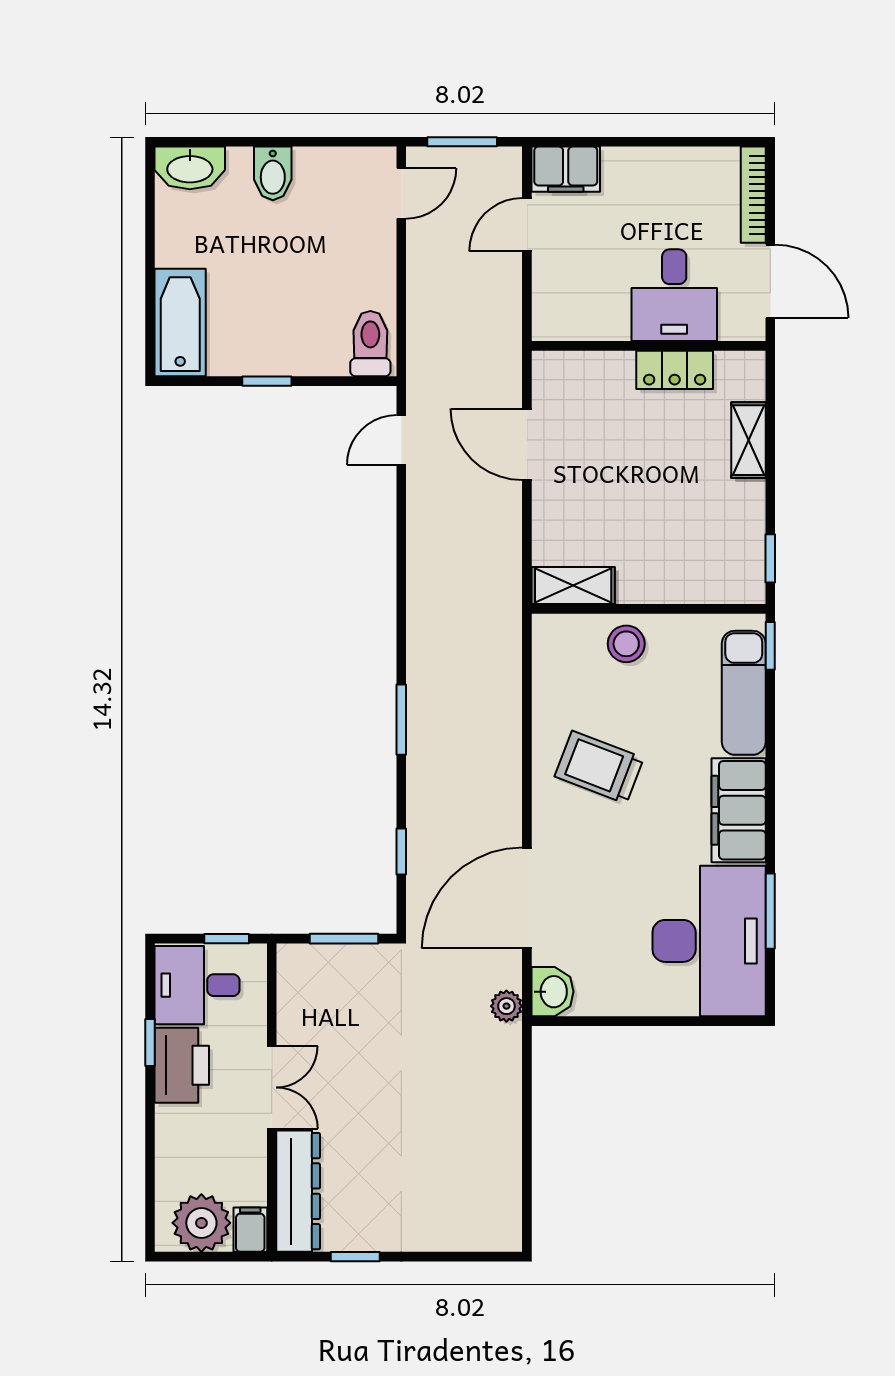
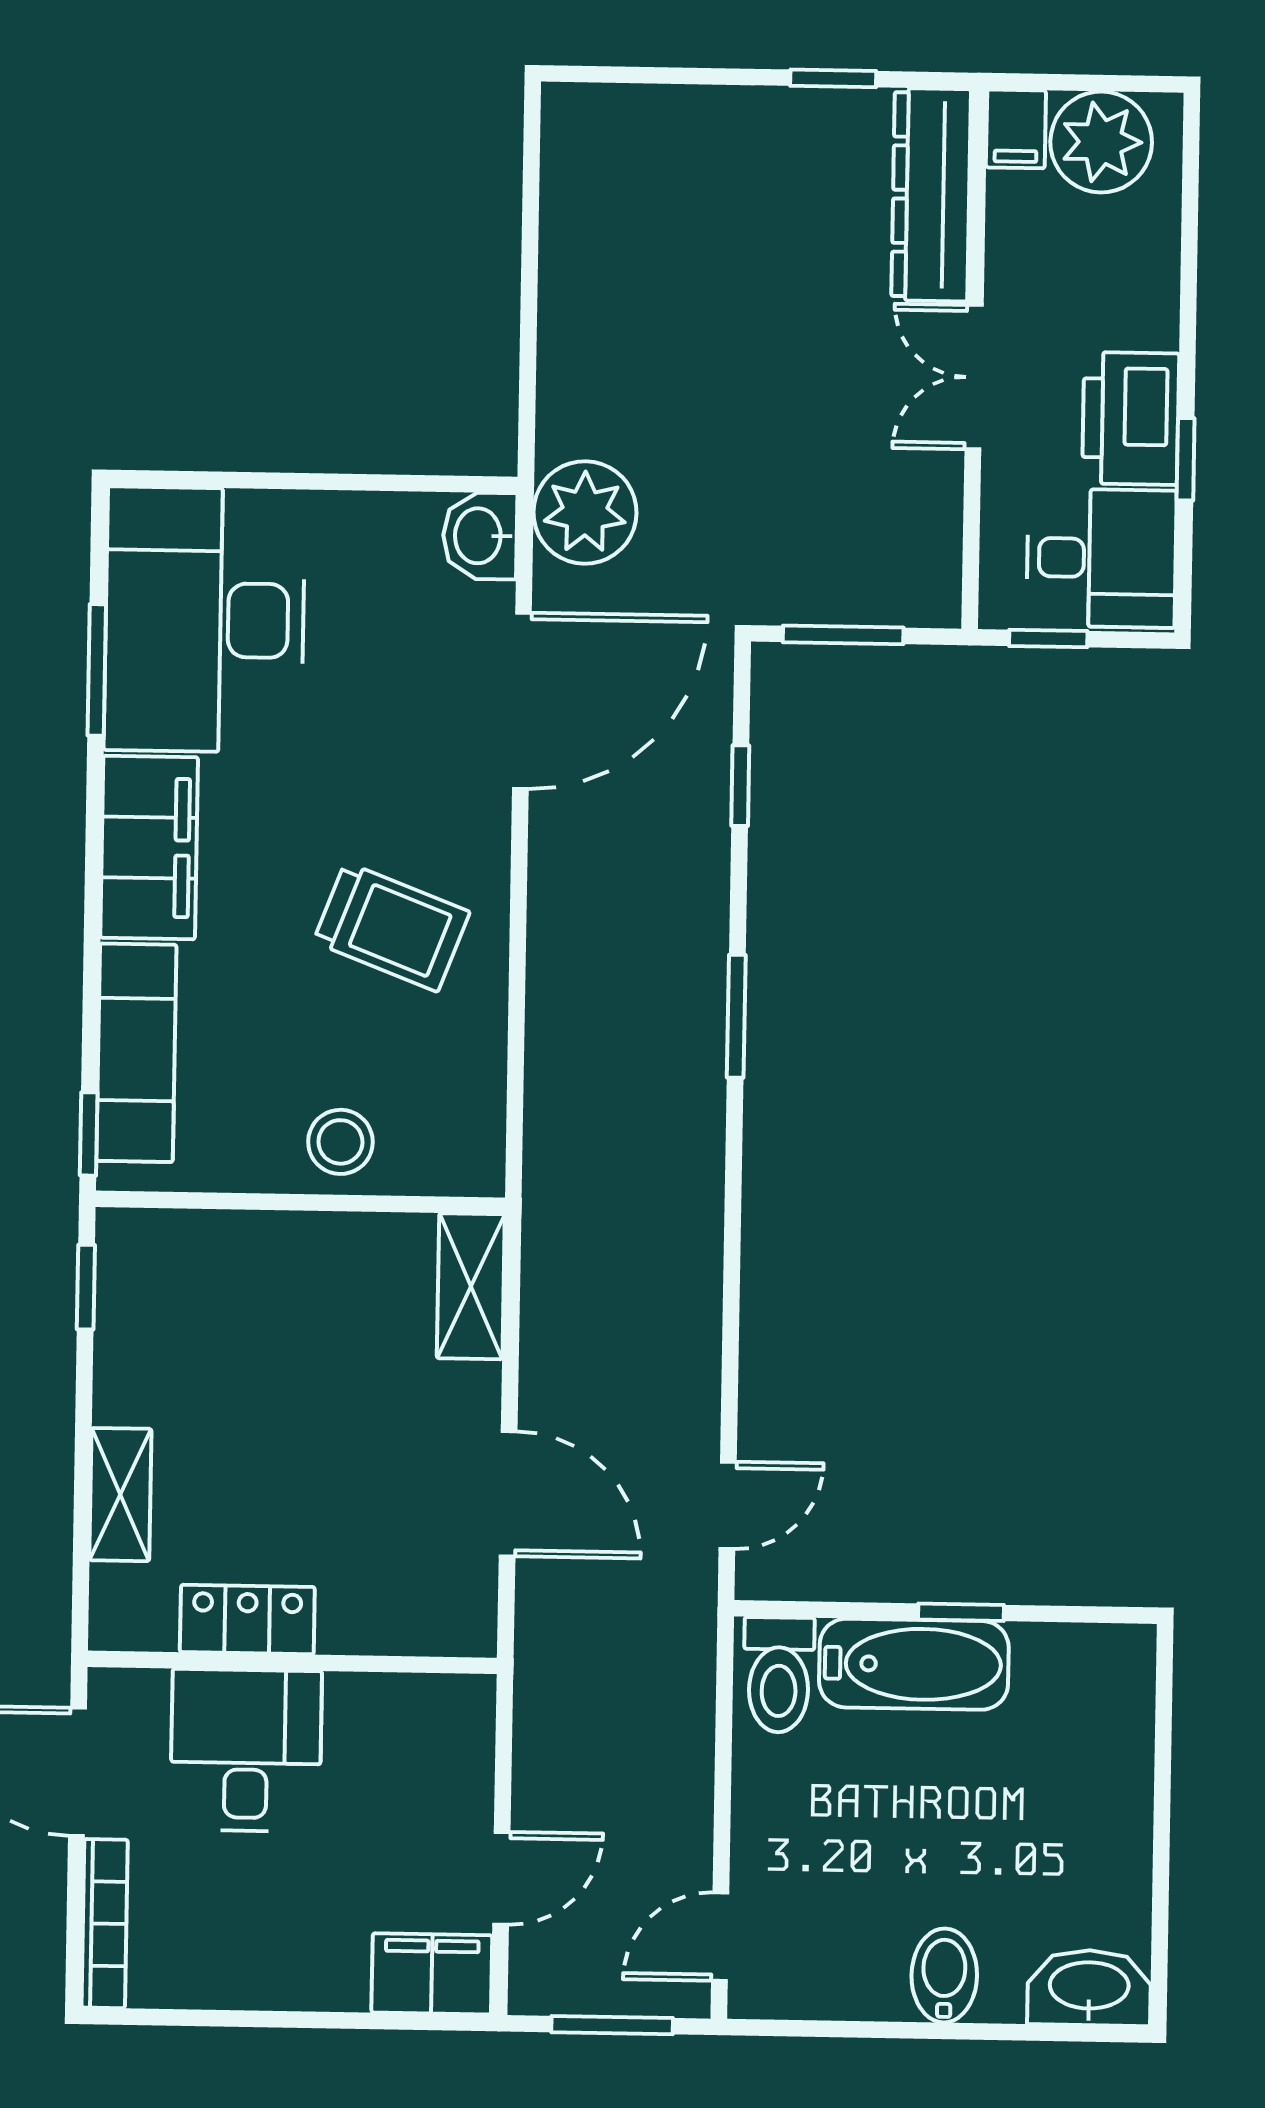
bathtub: (180, 323) -> (914, 1664), moved, turned -90
shelving: (573, 585) -> (471, 1286), moved, turned 90
plant: (506, 1006) -> (585, 512), width x1.88, depth x1.88

